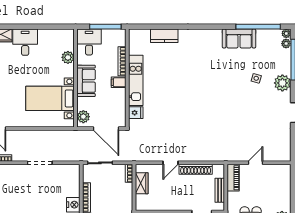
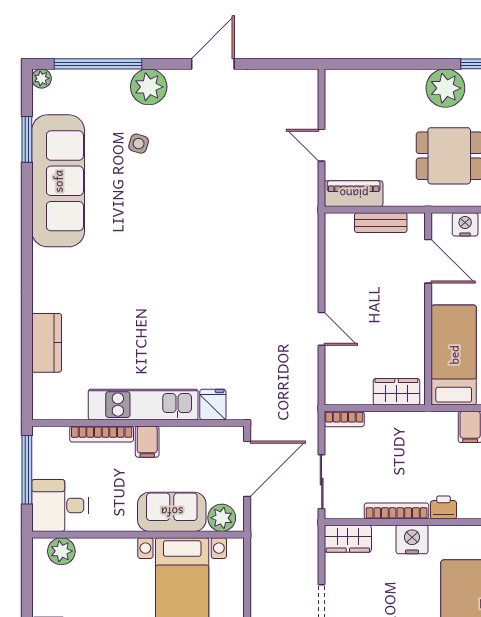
window: (258, 27) -> (27, 139), width x0.47
sofa: (239, 39) -> (58, 181), width x1.85, depth x1.27
plant: (286, 44) -> (63, 79), removed
plant: (68, 57) -> (61, 551), moved
sofa: (86, 81) -> (172, 512), moved
shoe rack: (196, 169) -> (336, 275), removed
wardrobe: (74, 175) -> (348, 539), added
wardrobe: (142, 183) -> (396, 392), moved

